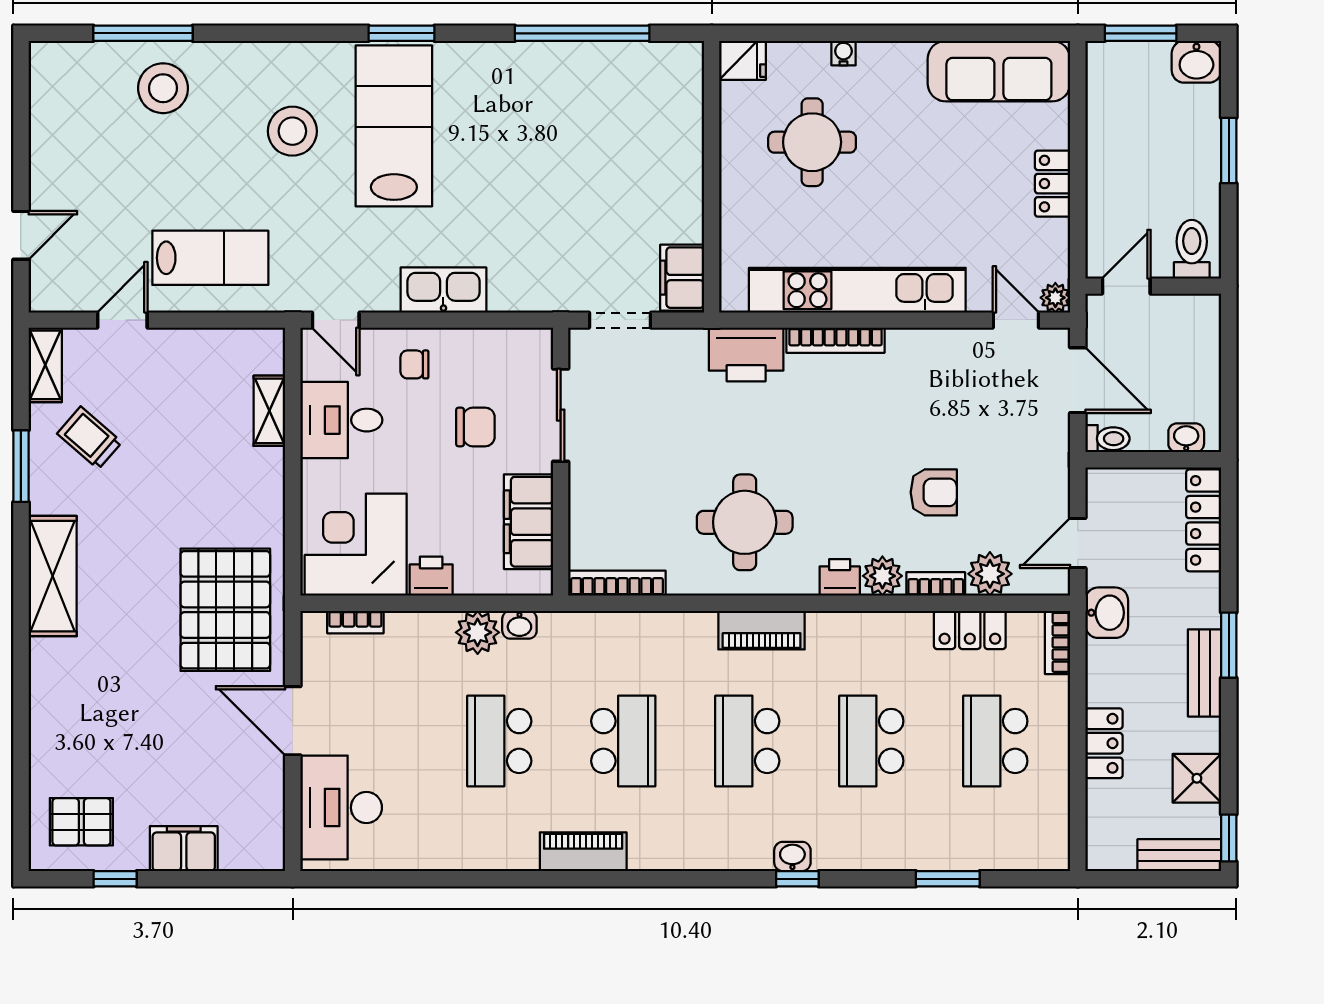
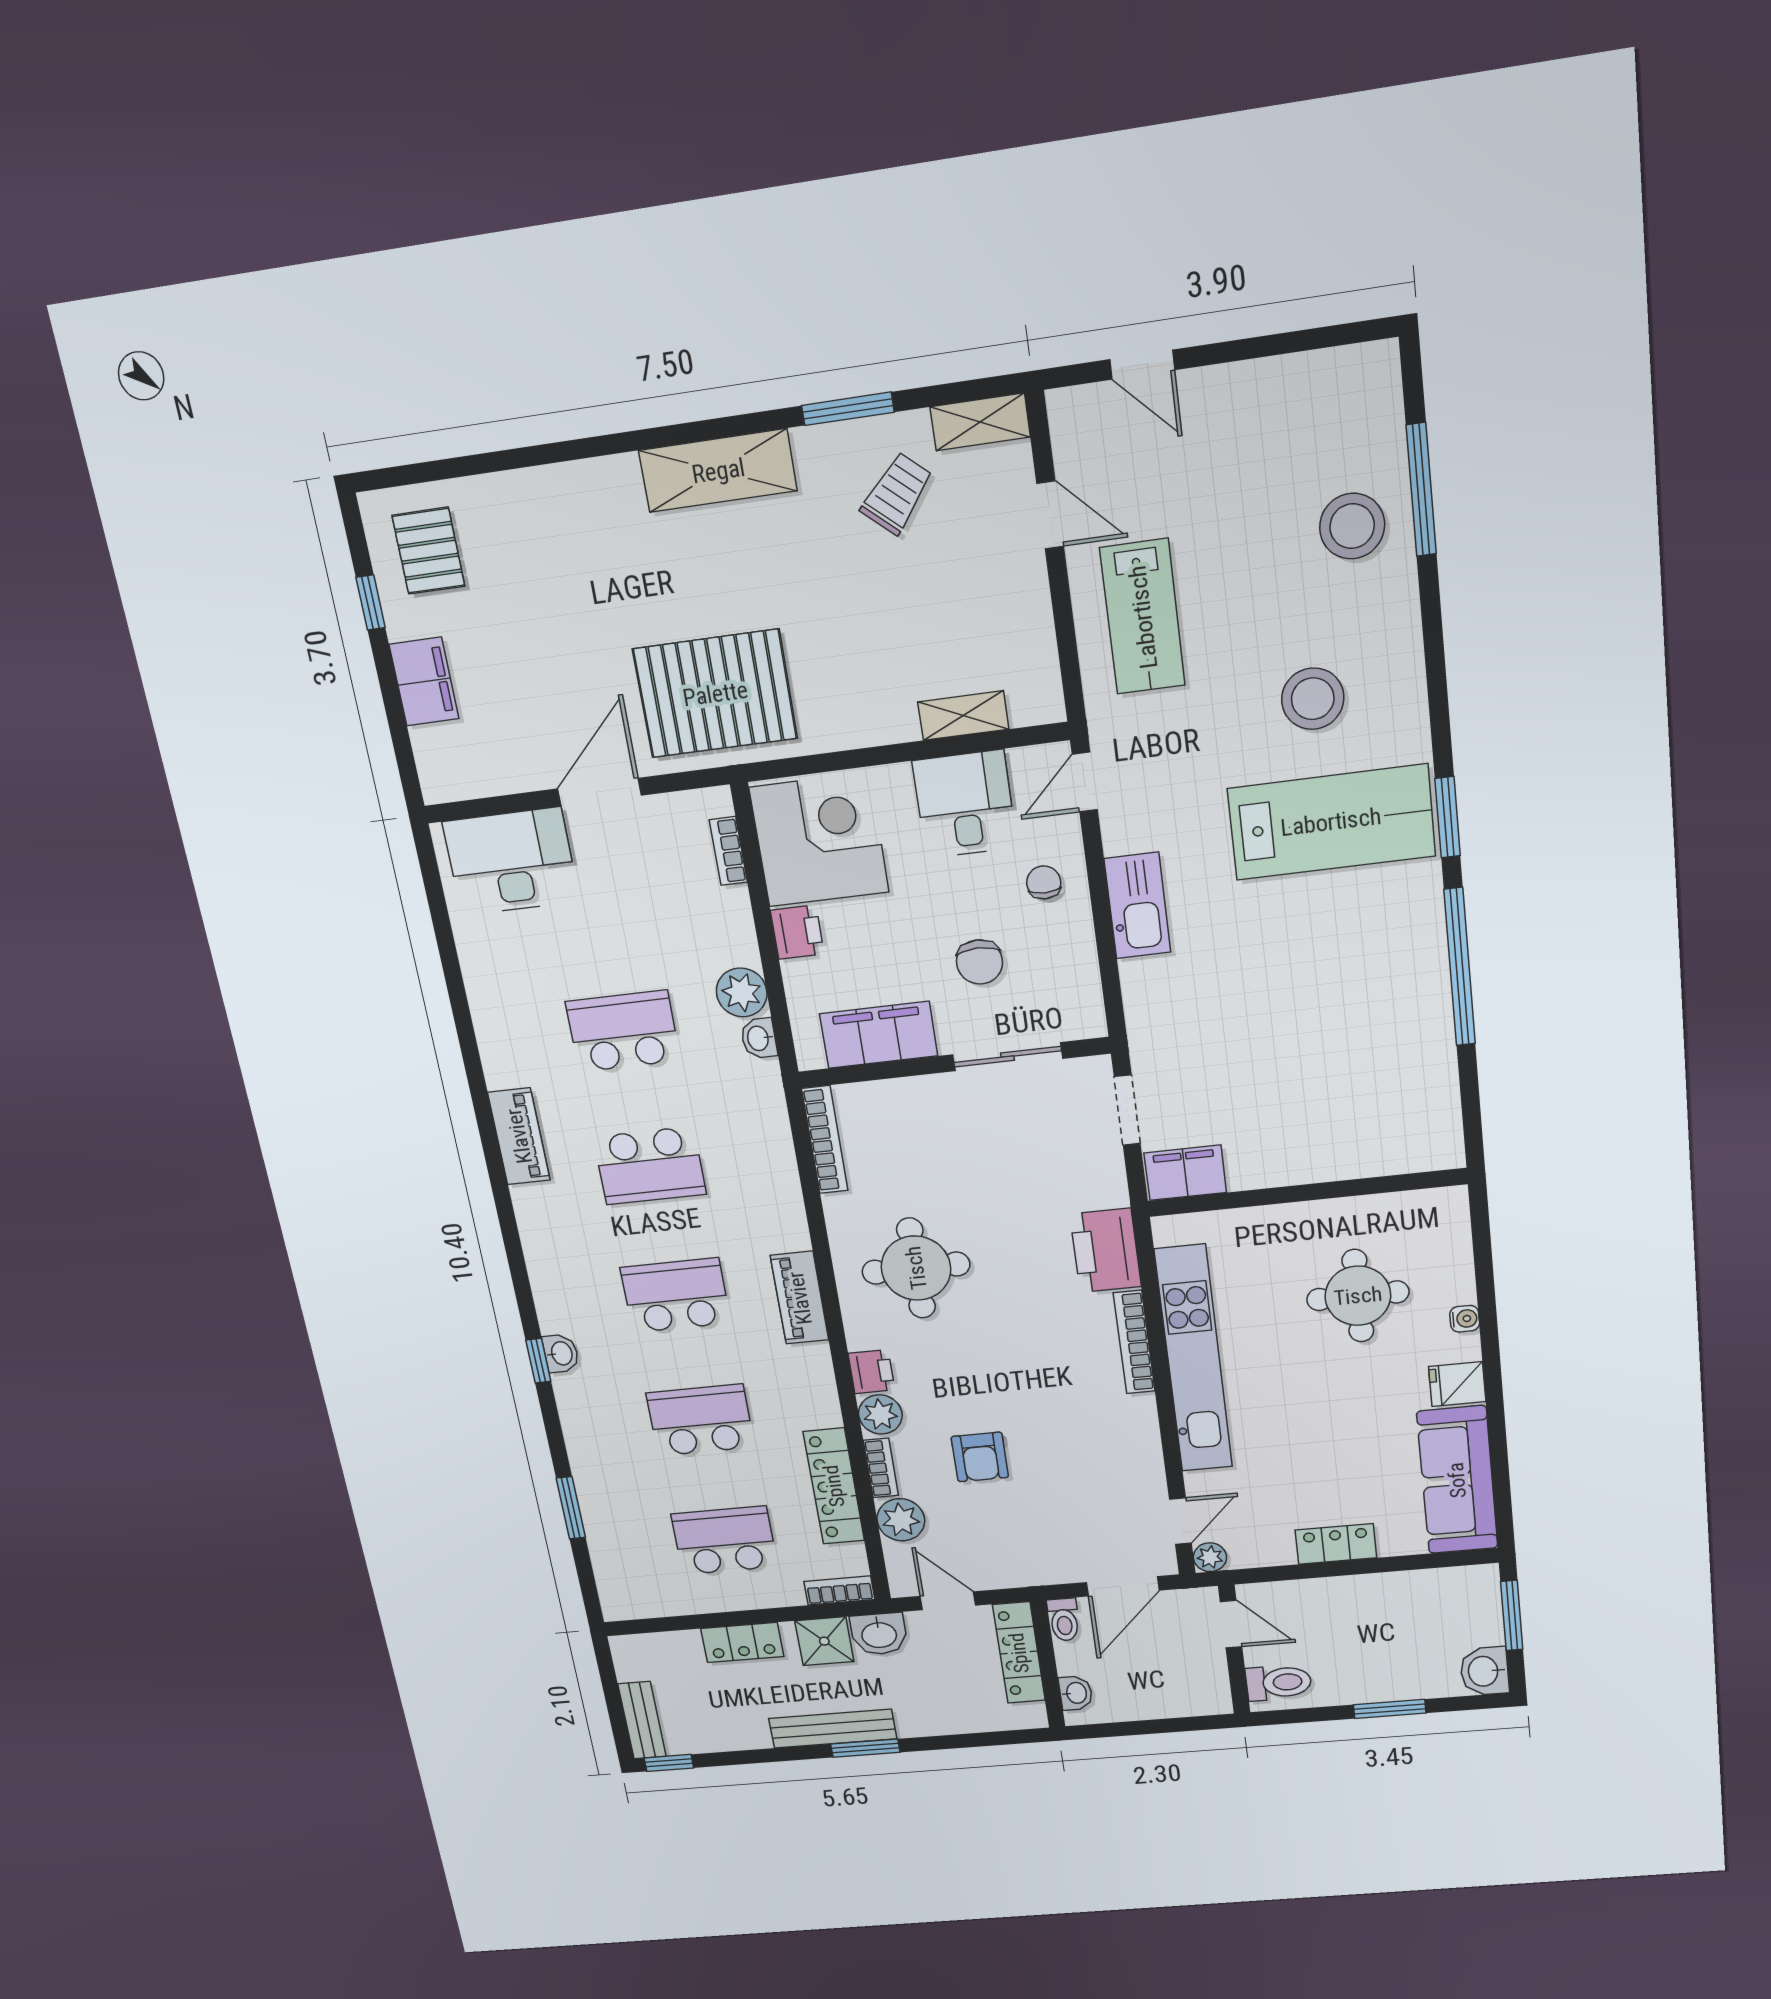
window: (582, 33) -> (1460, 967), moved
fridge: (743, 60) -> (1457, 1384), moved, turned 90
locker: (1204, 520) -> (1019, 1653), moved, turned -90
locker: (970, 630) -> (834, 1486), width x1.53
bench: (1205, 673) -> (833, 1729), width x1.36
shower: (1197, 778) -> (824, 1641), moved

